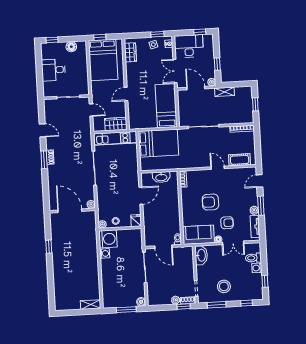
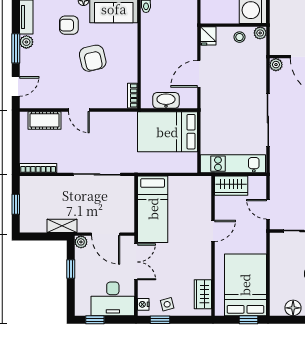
bed: (158, 143) -> (167, 132), moved
armchair: (210, 202) -> (93, 58), turned 77

